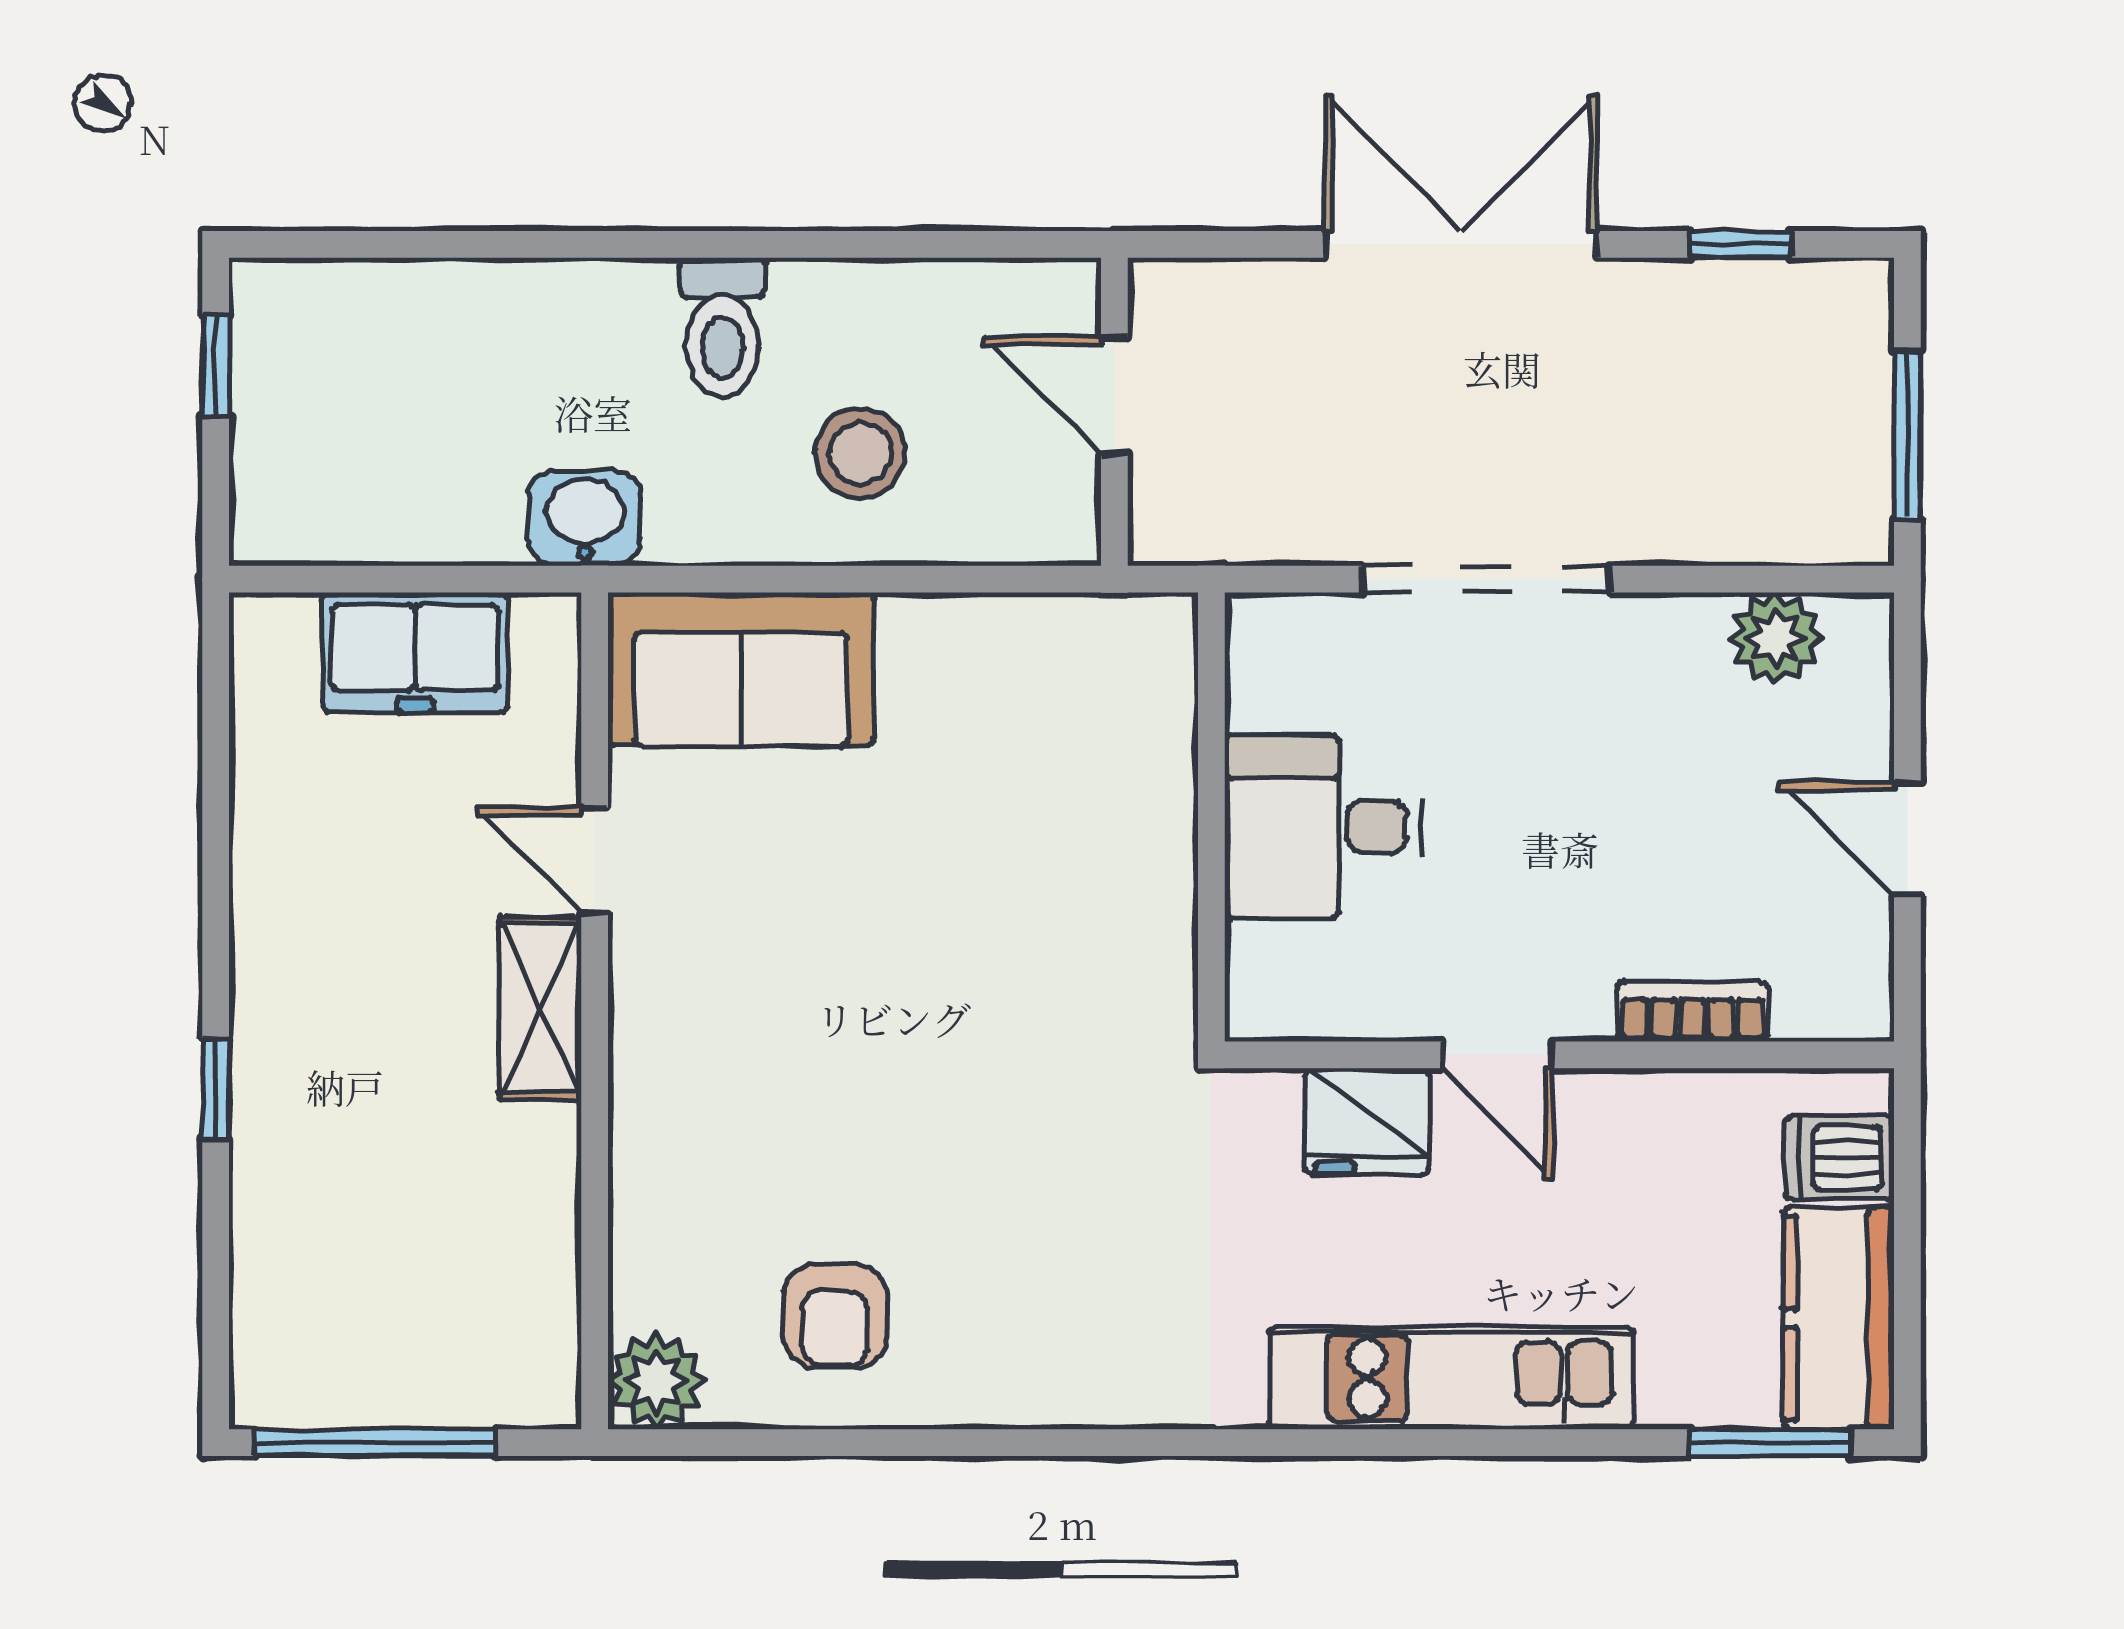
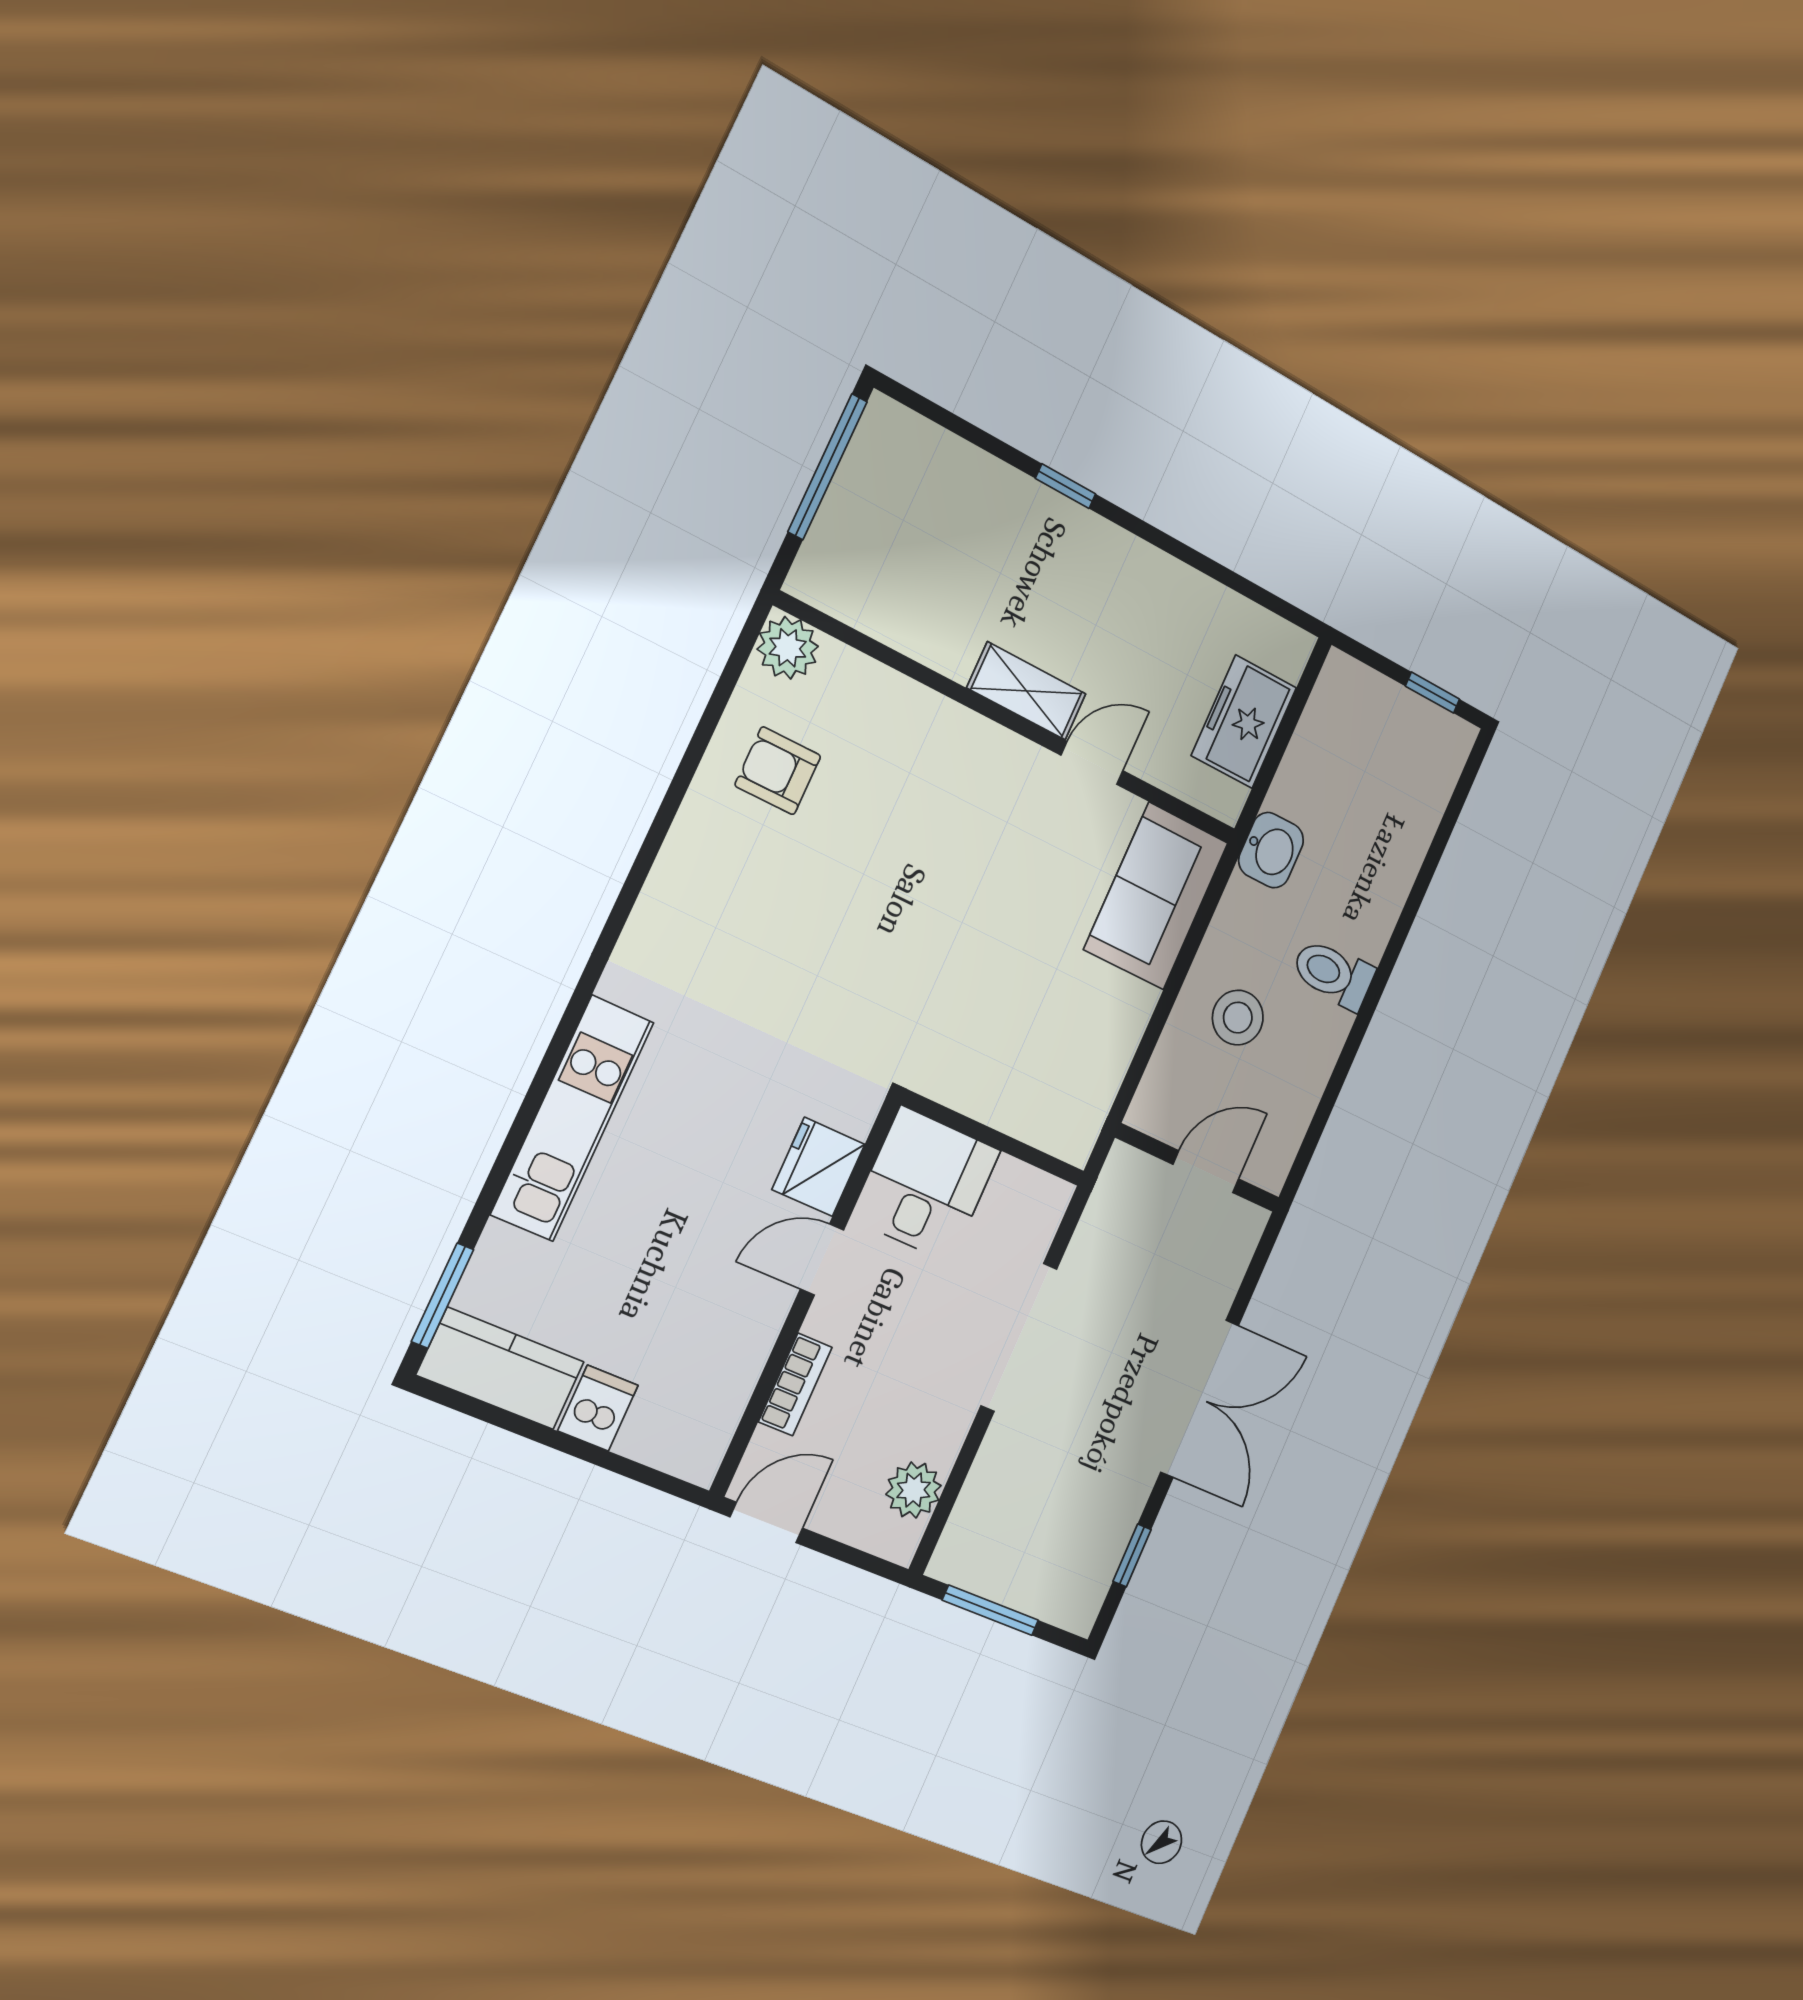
bookcase: (1693, 1012) -> (795, 1384), moved
door: (1497, 1055) -> (822, 1259), moved
wall: (1559, 1055) -> (806, 1296), moved
fridge: (1367, 1121) -> (819, 1167), moved

